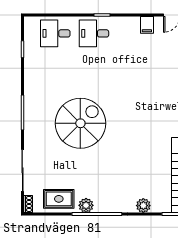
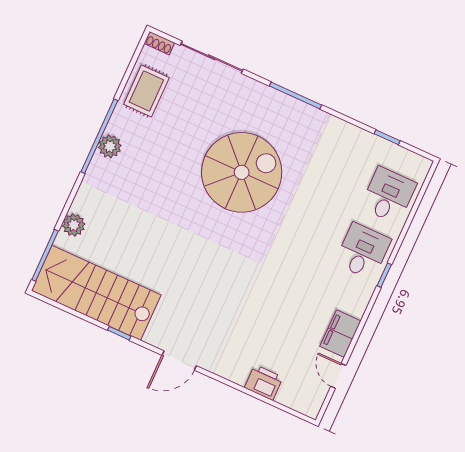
filing cabinet: (147, 25) -> (340, 334), width x2.00
spiral stairs: (80, 123) -> (242, 172), turned -90
plant: (86, 205) -> (110, 146), moved
plant: (143, 206) -> (74, 225), moved

